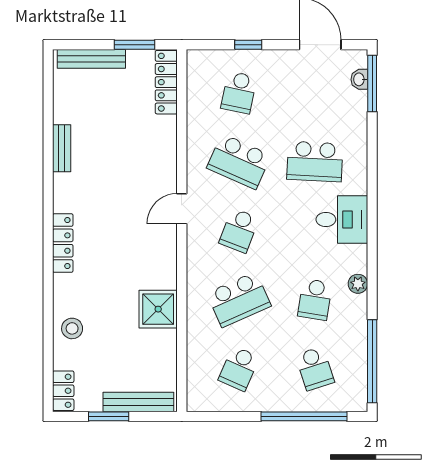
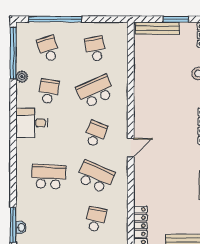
desk: (342, 220) -> (32, 123), moved
plant: (358, 284) -> (22, 77), moved
shower: (158, 309) -> (145, 85), removed
school desk: (239, 369) -> (95, 49), turned -36

